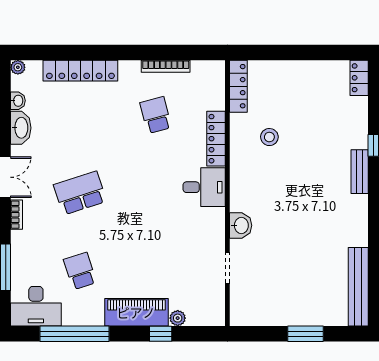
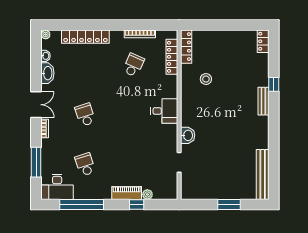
school desk: (156, 115) -> (133, 65), turned 39
locker: (216, 139) -> (172, 57), moved
school desk: (80, 193) -> (85, 115), width x0.54
piano: (136, 312) -> (127, 193), width x0.73, depth x0.75

